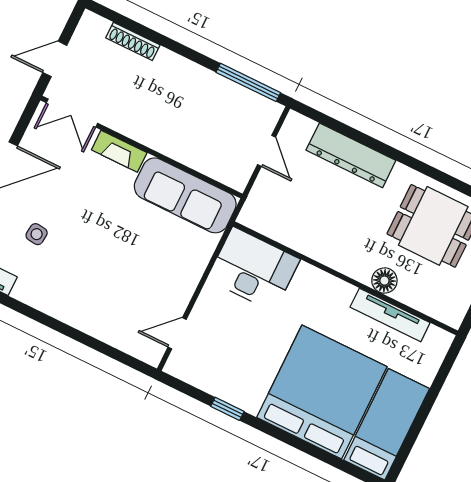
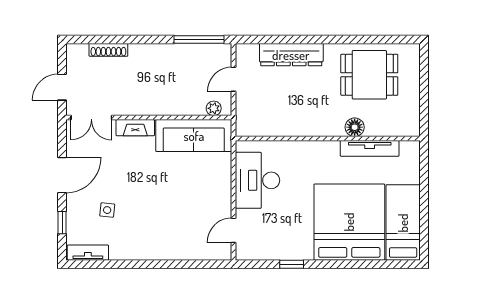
door: (266, 151) -> (234, 79), swing flipped
plant: (225, 174) -> (214, 108), added
desk: (254, 269) -> (258, 180), moved, turned -90

